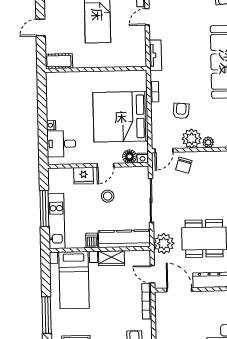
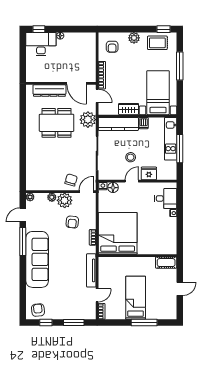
tv unit: (155, 55) -> (91, 270), width x1.41
bed: (121, 117) -> (118, 233), moved, turned -90

